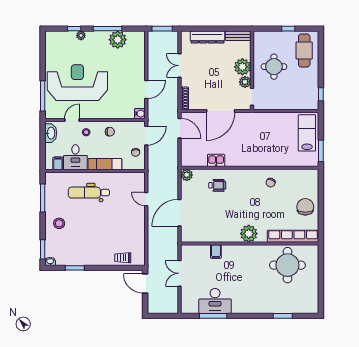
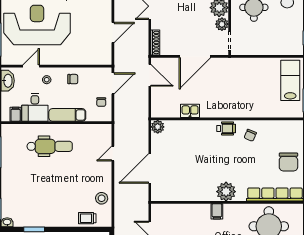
water cooler: (140, 114) -> (106, 59), removed
wheelchair: (217, 185) -> (226, 128), moved
dental chair: (89, 193) -> (50, 146), turned 180
door: (146, 199) -> (113, 153), hinge flipped
chair: (305, 207) -> (288, 162), turned 180
stool: (59, 223) -> (102, 198), moved
filing cabinet: (216, 252) -> (217, 211), moved

